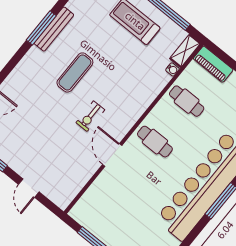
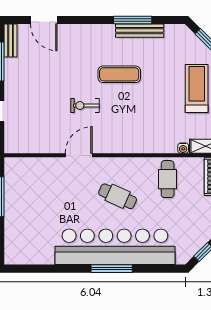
exercise bike: (90, 116) -> (85, 105), moved
cafe table: (155, 142) -> (118, 196), moved, turned -66

